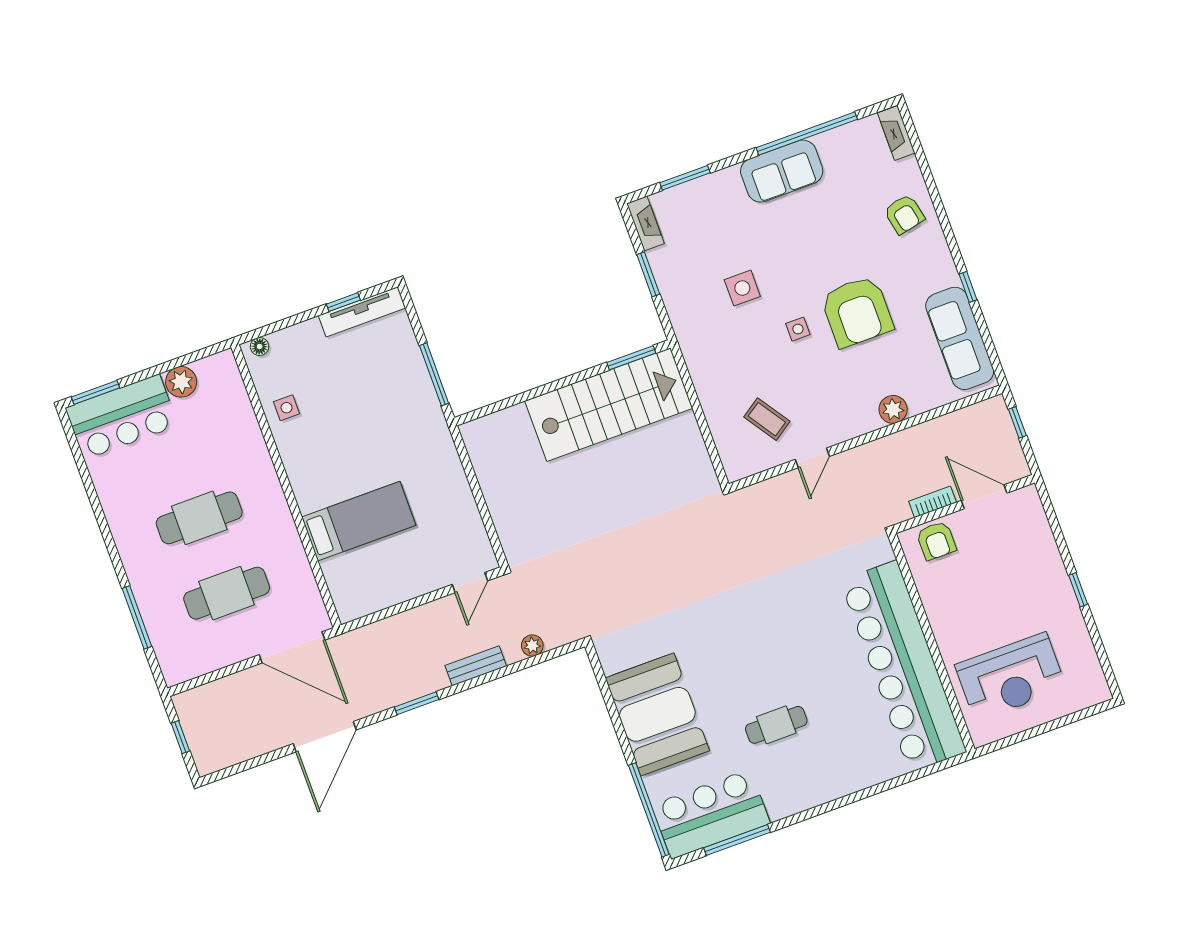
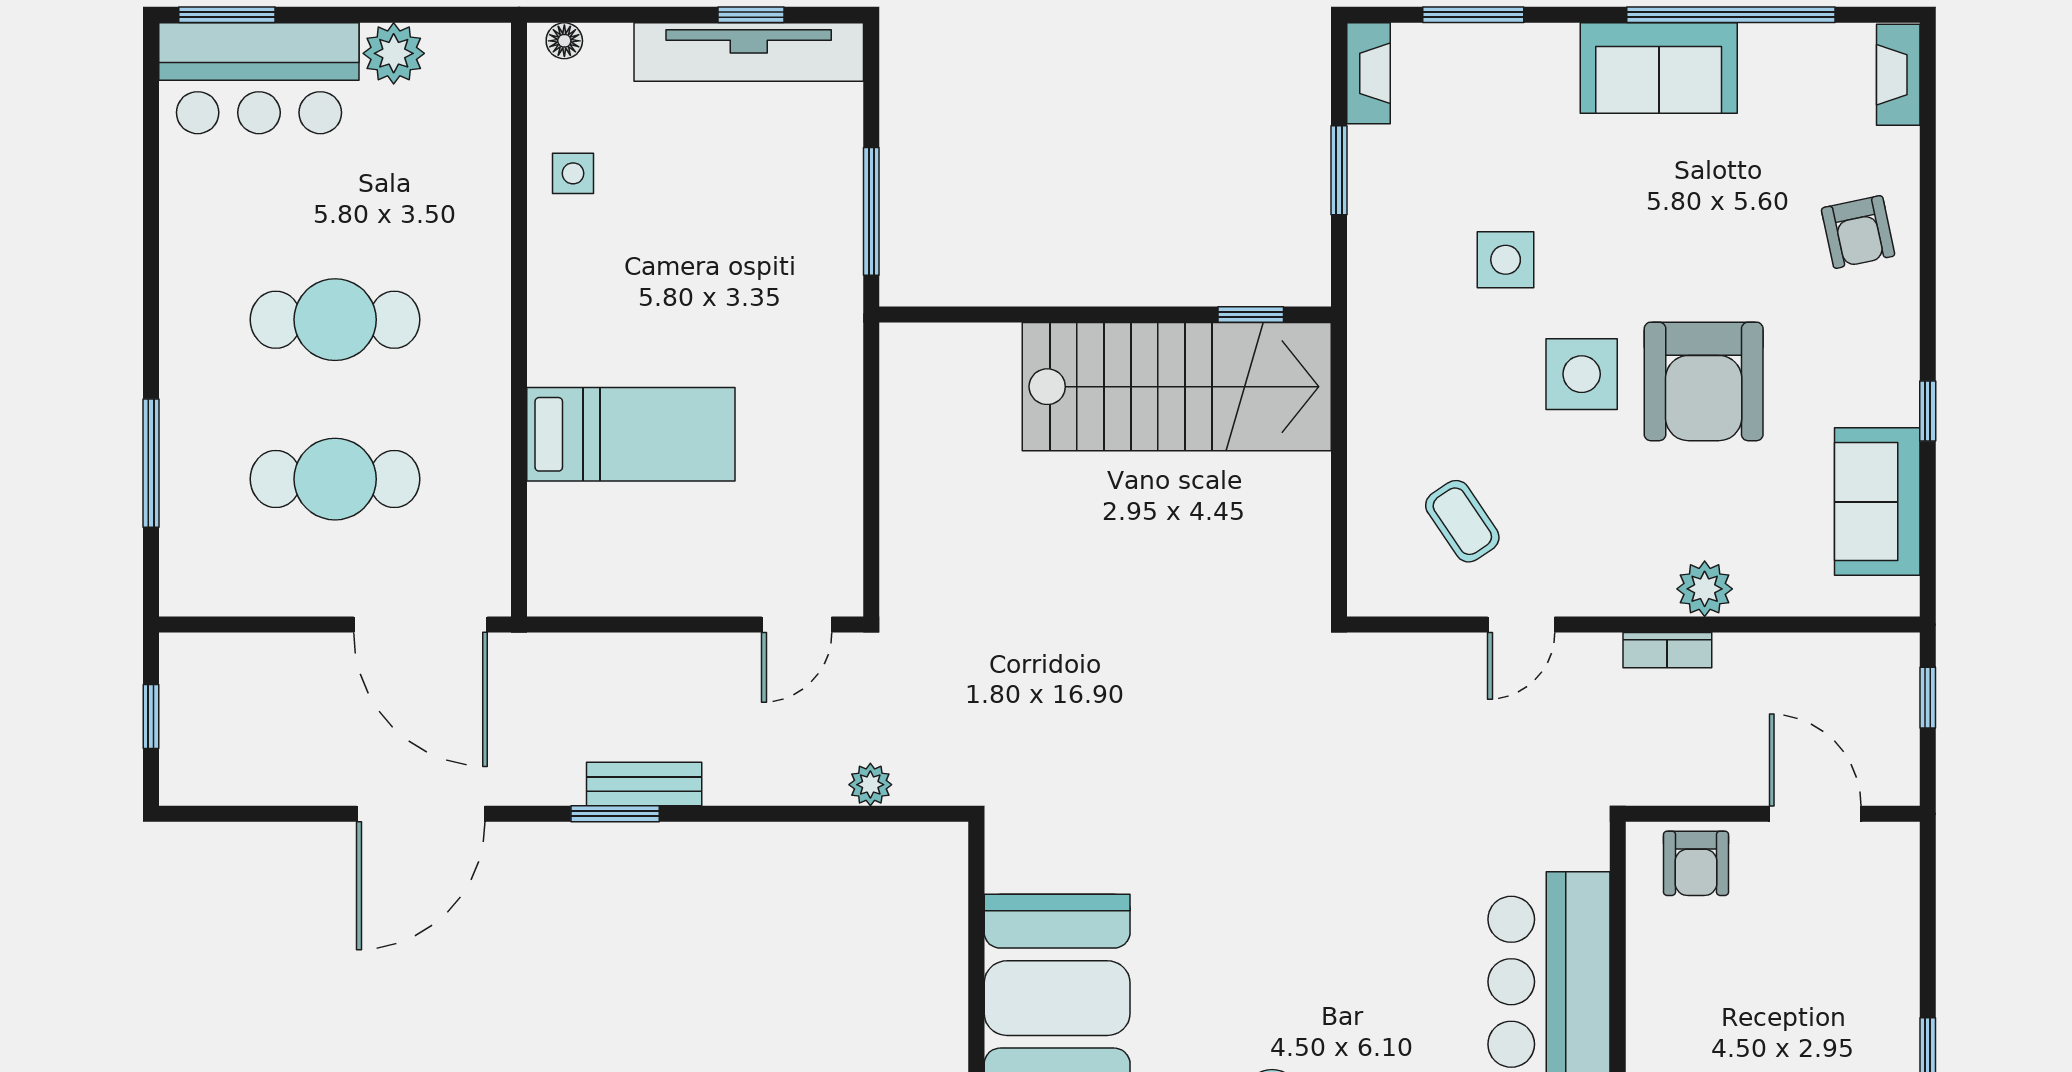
tv unit: (362, 312) -> (749, 52), width x1.36, depth x1.29
side table: (798, 329) -> (1582, 374), width x1.87, depth x1.87
sofa: (960, 338) -> (1877, 502), width x0.73
window: (631, 358) -> (1251, 314), width x0.67
bookcase: (933, 502) -> (1667, 650), moved, turned 180
bench: (476, 666) -> (644, 784), moved

